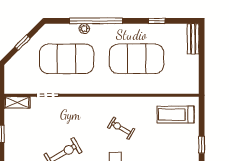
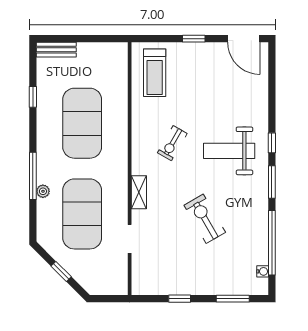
window: (96, 21) -> (33, 176), width x0.68
shelving: (17, 102) -> (139, 192), moved

